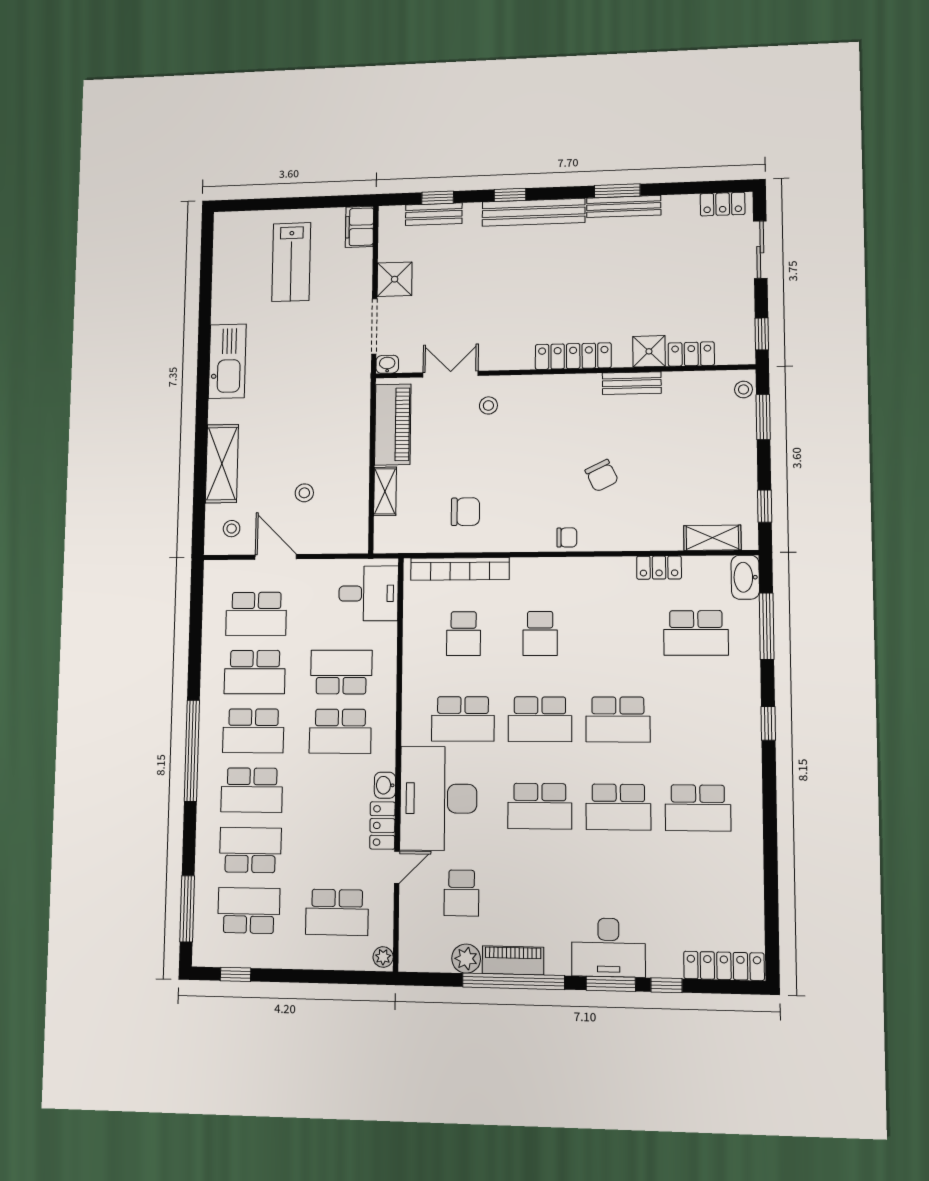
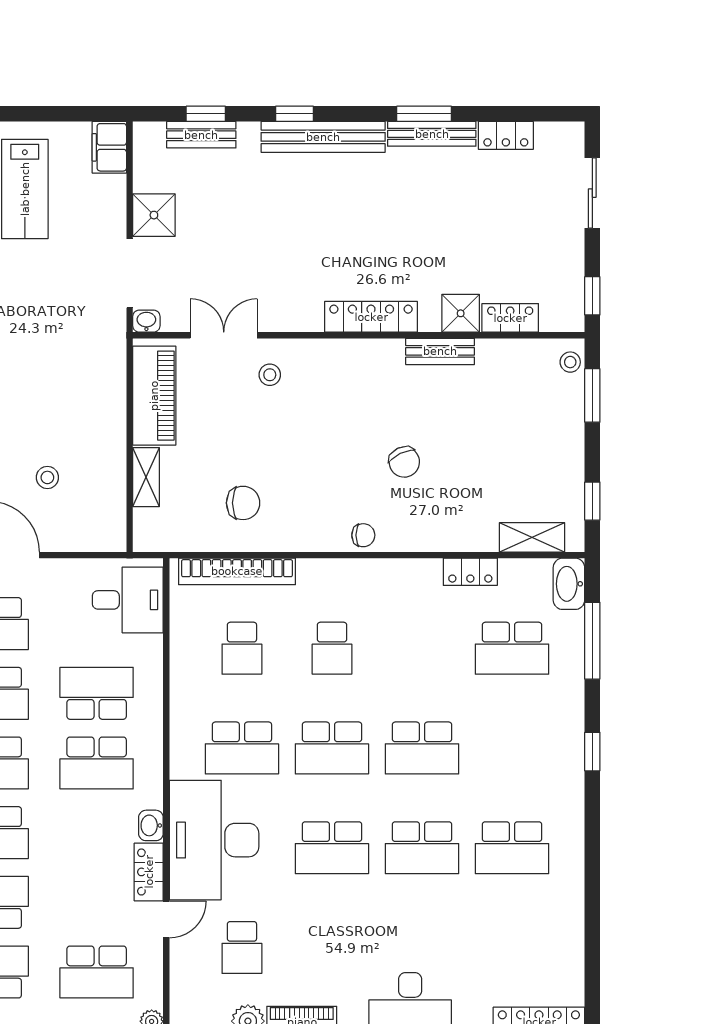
locker: (723, 204) -> (506, 135), moved

